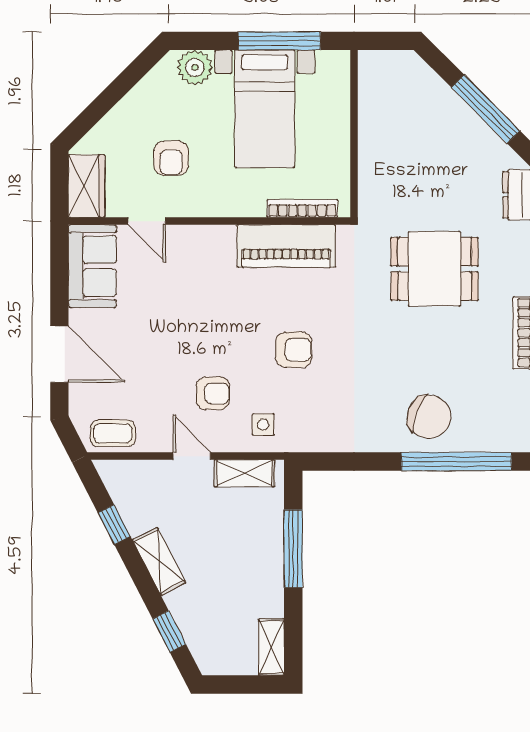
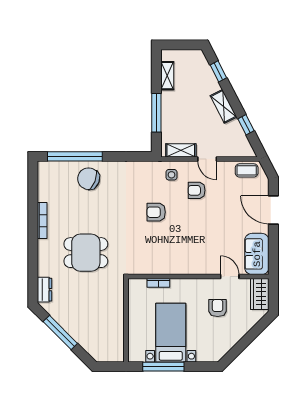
plant: (195, 67) -> (206, 353), removed
bookcase: (302, 208) -> (158, 283), width x0.64
piano: (286, 246) -> (160, 264), removed
shelving: (271, 647) -> (167, 76), moved

